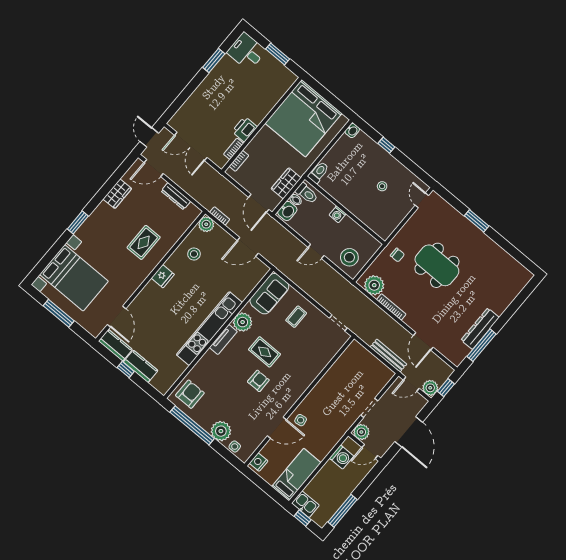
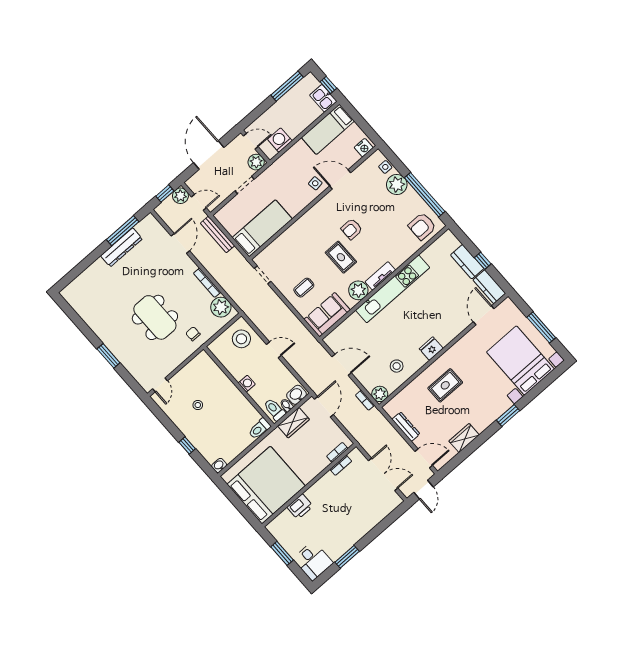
printer: (245, 129) -> (300, 507), moved
bed: (346, 368) -> (262, 228), added

